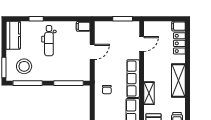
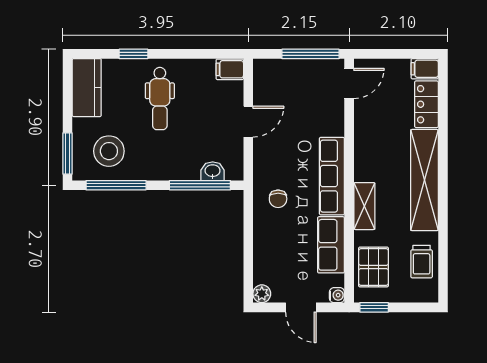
window: (123, 19) -> (310, 54), width x1.44
door: (142, 44) -> (349, 83), moved
washbasin: (75, 76) -> (213, 171), added
shelving: (178, 81) -> (424, 180), width x1.47

